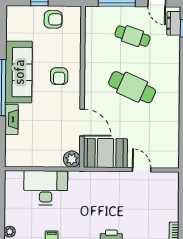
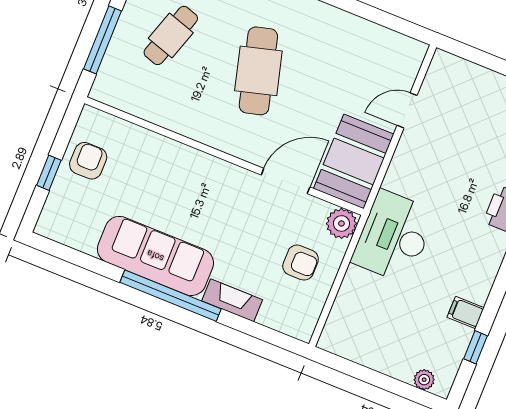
armchair: (59, 76) -> (301, 263), moved
cafe table: (132, 87) -> (258, 71), turned -39
desk: (46, 188) -> (394, 237), moved

